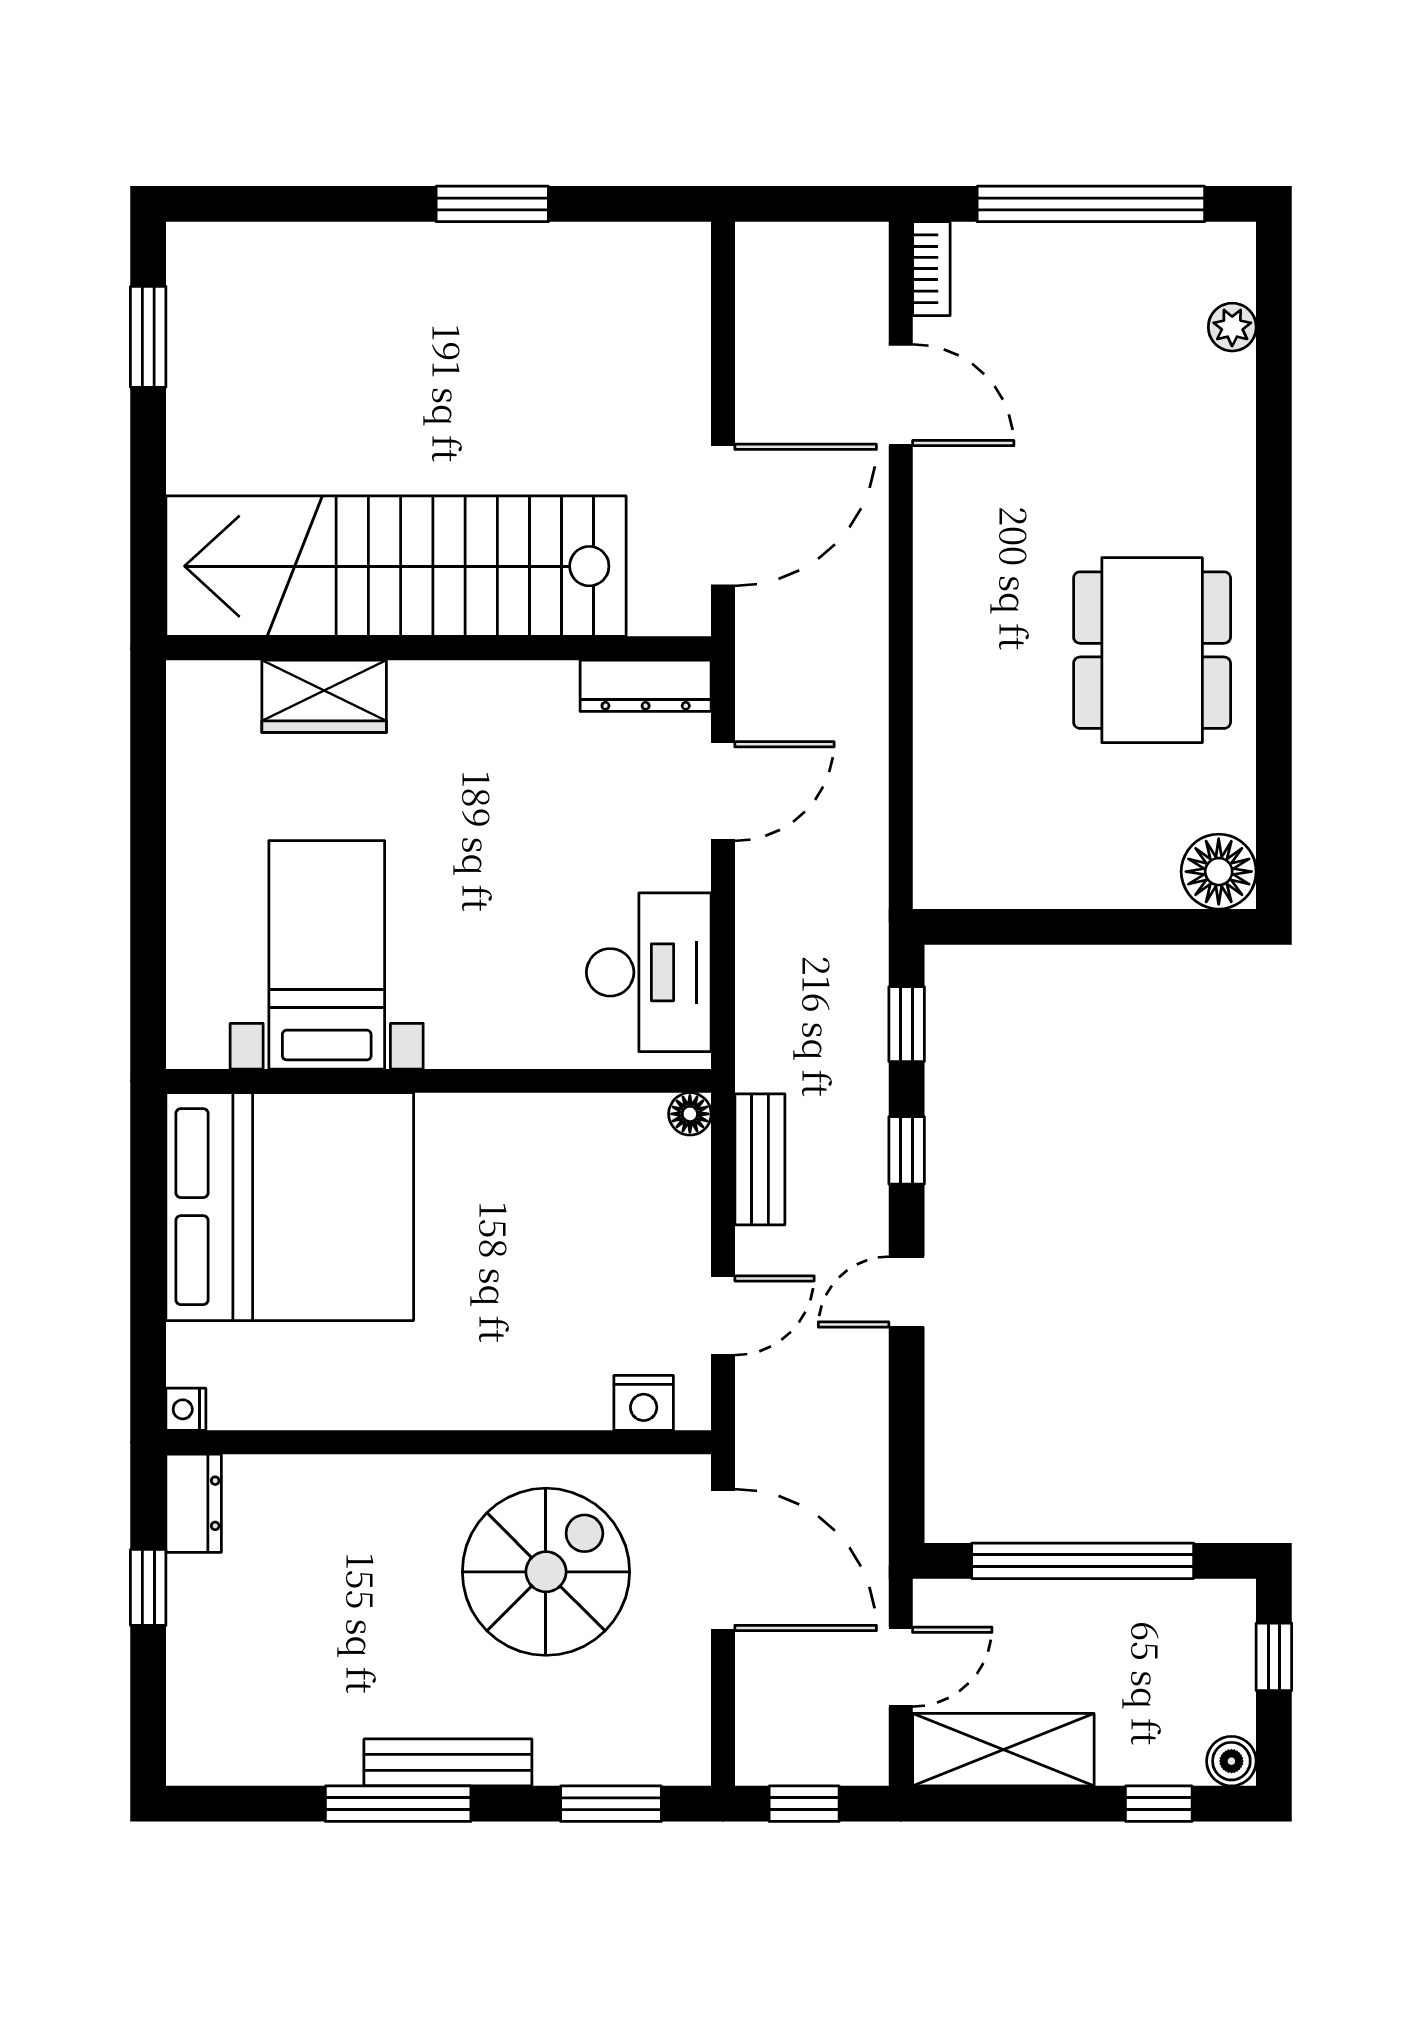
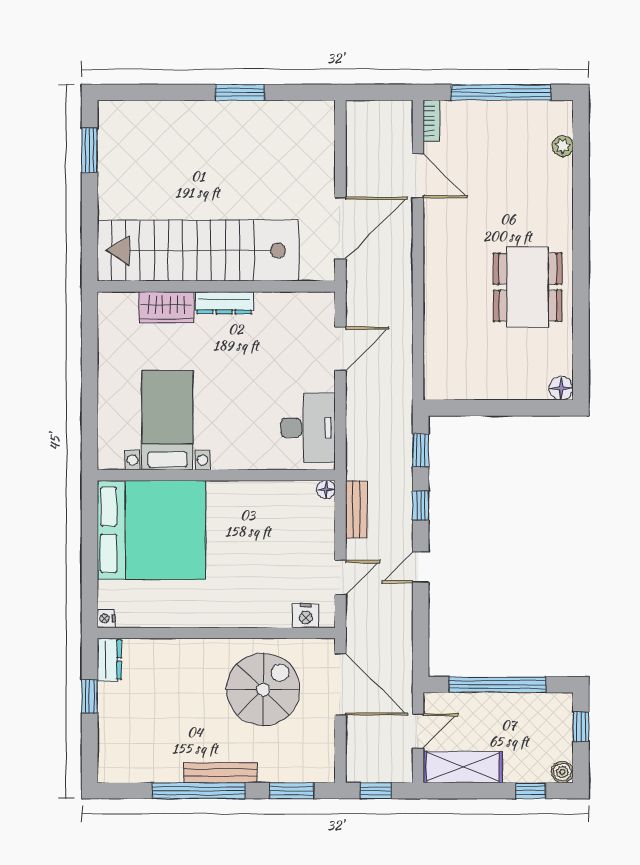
dresser: (646, 686) -> (224, 303), moved
floor lamp: (1219, 872) -> (561, 388), width x0.73, depth x0.73
window: (398, 1804) -> (199, 791), width x1.46

